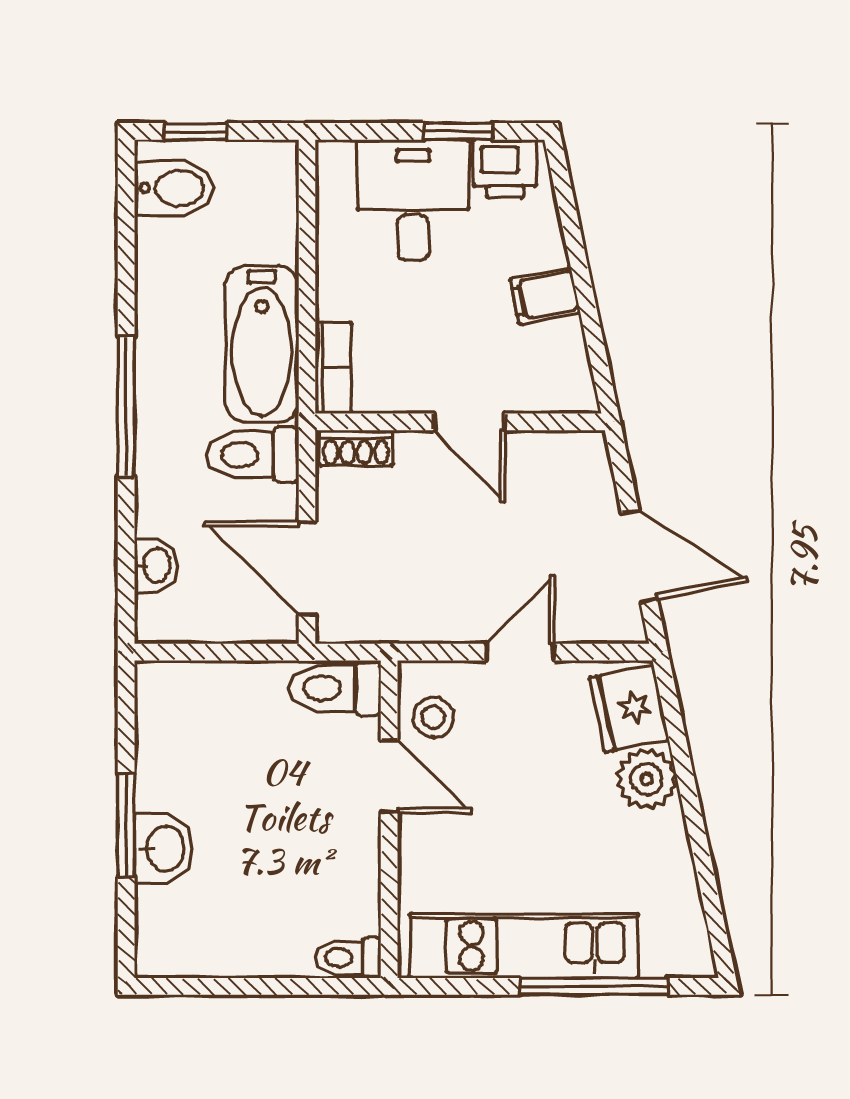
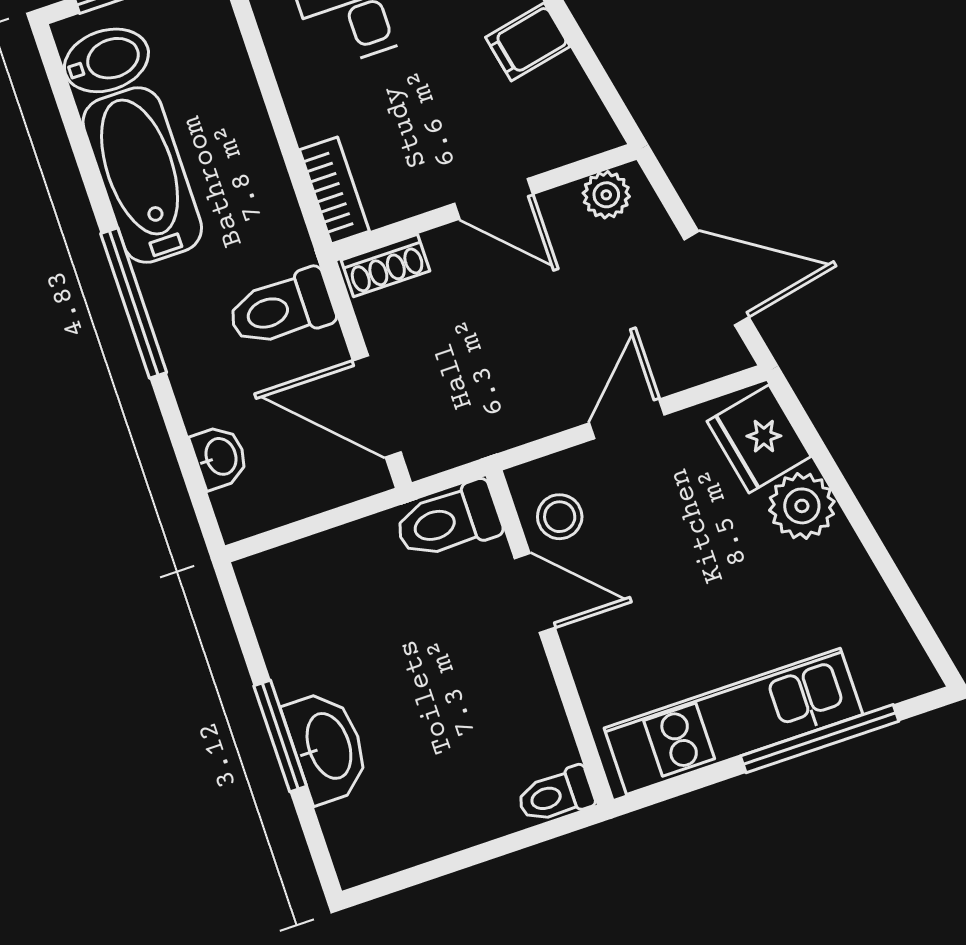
bathtub: (262, 344) -> (142, 175), moved, turned 180
plant: (568, 452) -> (606, 195), added
washbasin: (164, 849) -> (327, 747), width x1.38

